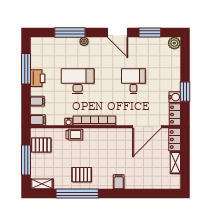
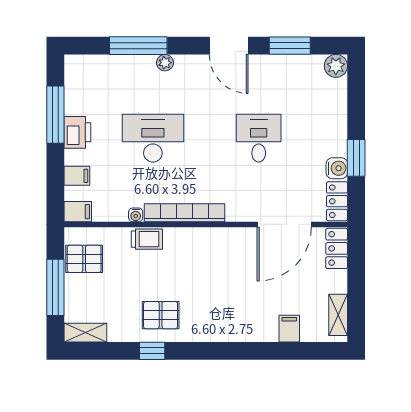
shelving: (175, 163) -> (338, 315), moved
filing cabinet: (119, 182) -> (289, 329), moved
window: (77, 194) -> (152, 351), width x0.32

